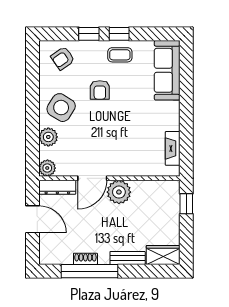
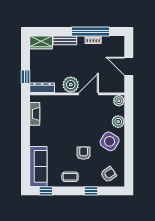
window: (119, 34) -> (46, 191), moved
dresser: (57, 187) -> (42, 88), moved

